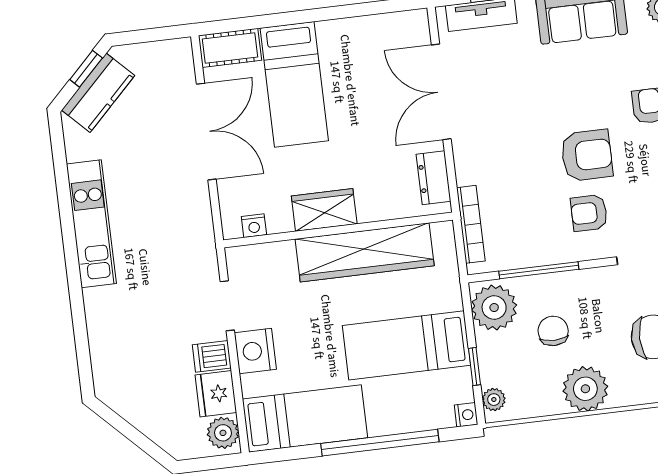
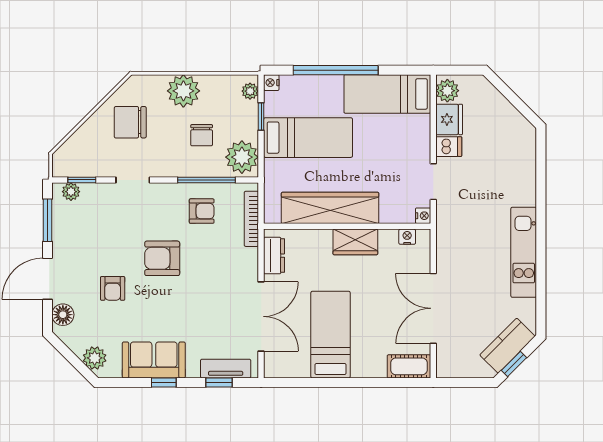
bed: (294, 84) -> (331, 335), moved
armchair: (589, 213) -> (202, 211), moved
nightstand: (255, 351) -> (423, 216), moved, width x0.53, depth x0.56

